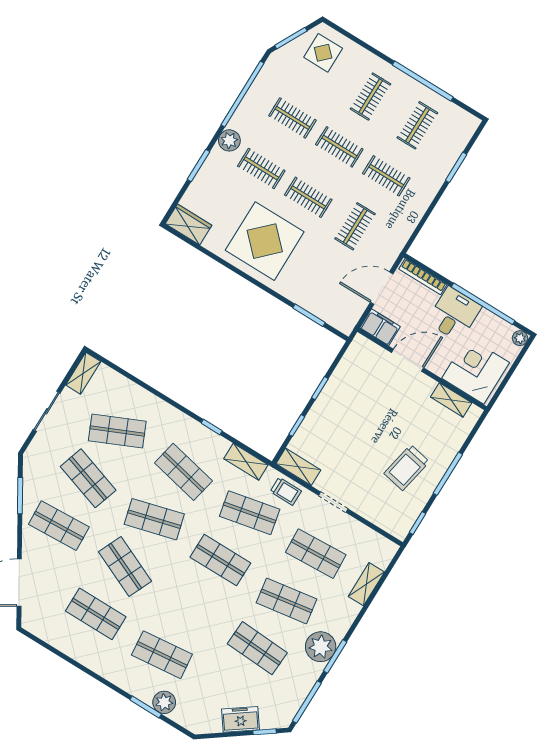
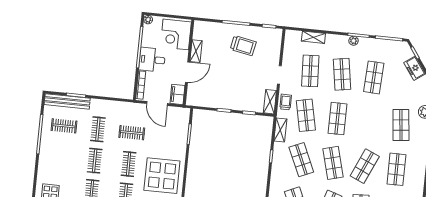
clothes rail: (371, 96) -> (61, 157), removed
bench: (453, 149) -> (67, 101), added
door: (408, 360) -> (188, 72), swing flipped
shelving: (451, 400) -> (196, 51), moved
shop shelf: (183, 472) -> (301, 160), turned -36
plant: (321, 647) -> (354, 41), width x0.53, depth x0.53

